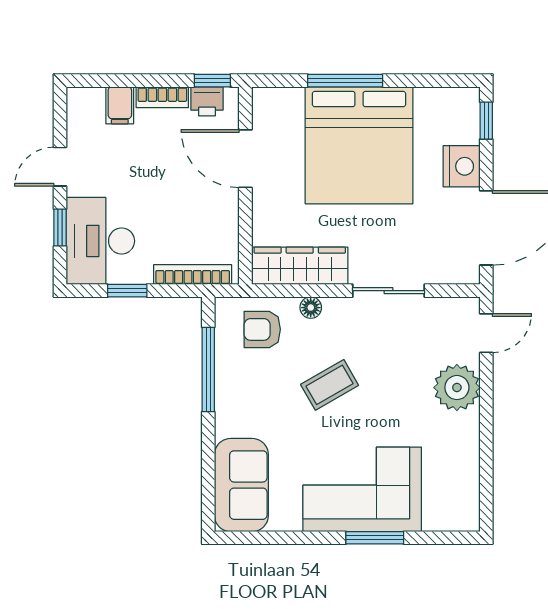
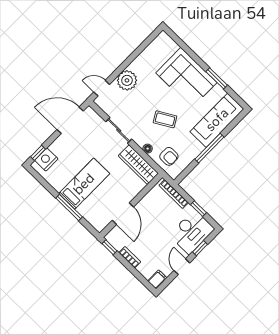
printer: (207, 101) -> (117, 243), removed
filing cabinet: (120, 105) -> (157, 279), moved
bed: (359, 145) -> (84, 184), width x0.49
nightstand: (462, 166) -> (46, 160), moved
door: (60, 167) -> (182, 267), swing flipped
window: (208, 370) -> (209, 148), moved
sofa: (241, 485) -> (217, 120), width x1.36
window: (375, 538) -> (217, 78), moved

